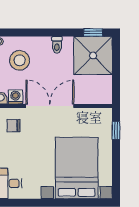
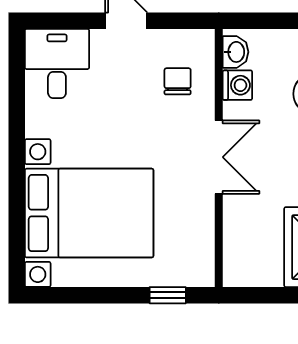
double door: (50, 106) -> (219, 157), width x0.73

